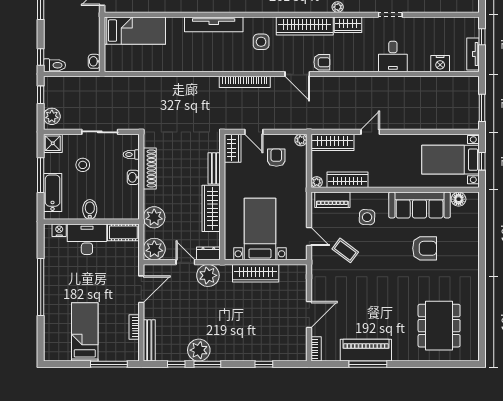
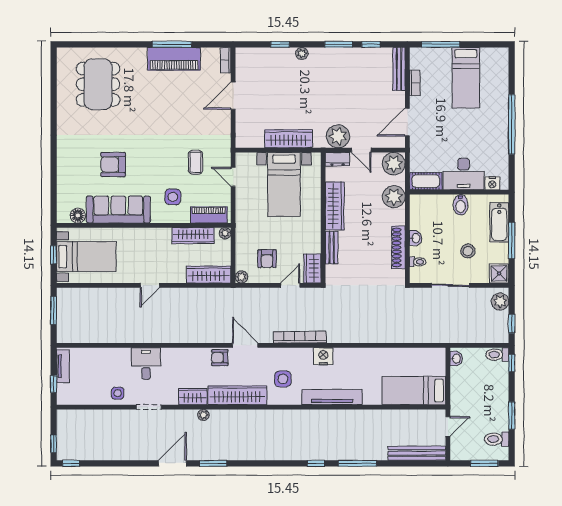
side table: (420, 28) -> (118, 393), added
nightstand: (440, 64) -> (323, 356), moved
door: (254, 132) -> (290, 285), hinge flipped
door: (370, 132) -> (150, 285), moved
coffee table: (345, 250) -> (195, 162), turned 53
plant: (199, 350) -> (302, 53), moved, width x0.53, depth x0.53

